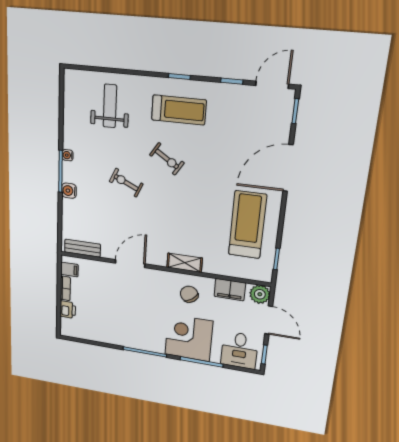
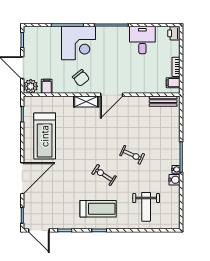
door: (272, 85) -> (39, 230), hinge flipped
treadmill: (179, 110) -> (98, 209), turned 180
water cooler: (69, 191) -> (175, 180), moved
door: (130, 264) -> (112, 95), moved
filing cabinet: (230, 290) -> (47, 86), width x0.50
printer: (68, 310) -> (174, 33), moved
desk: (239, 350) -> (142, 40), moved

